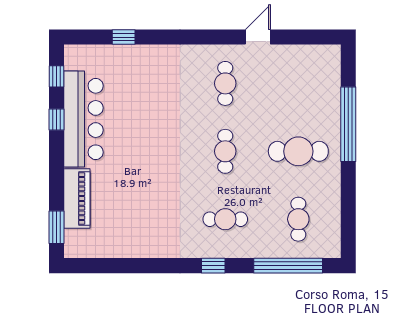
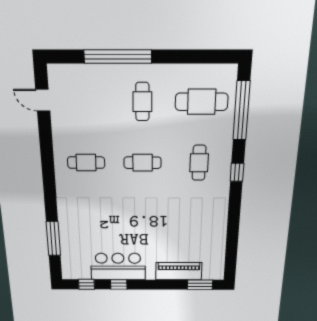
window: (124, 37) -> (53, 239), width x2.17
door: (258, 37) -> (43, 100), moved
bar counter: (83, 119) -> (118, 266), width x0.73
cafe table: (298, 151) -> (142, 102), width x0.73, depth x0.74
cafe table: (298, 219) -> (202, 102), width x1.37, depth x1.35

